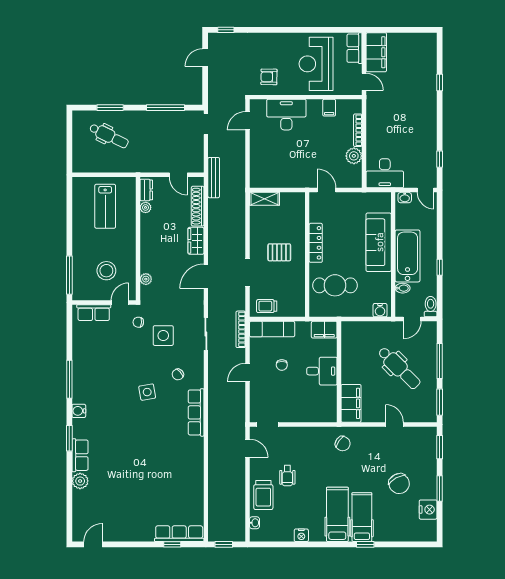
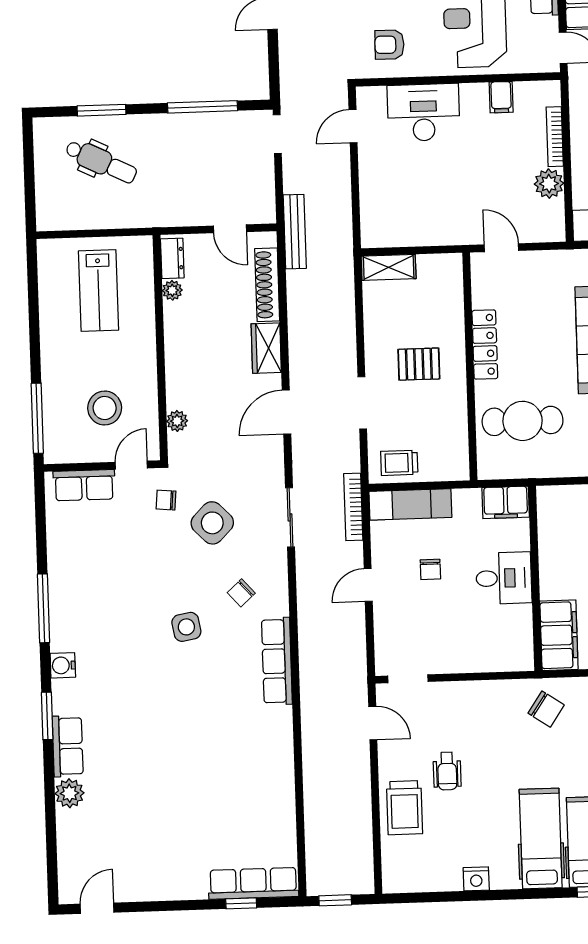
side table: (163, 336) -> (212, 523), turned 45
washbasin: (255, 523) -> (390, 859), removed

